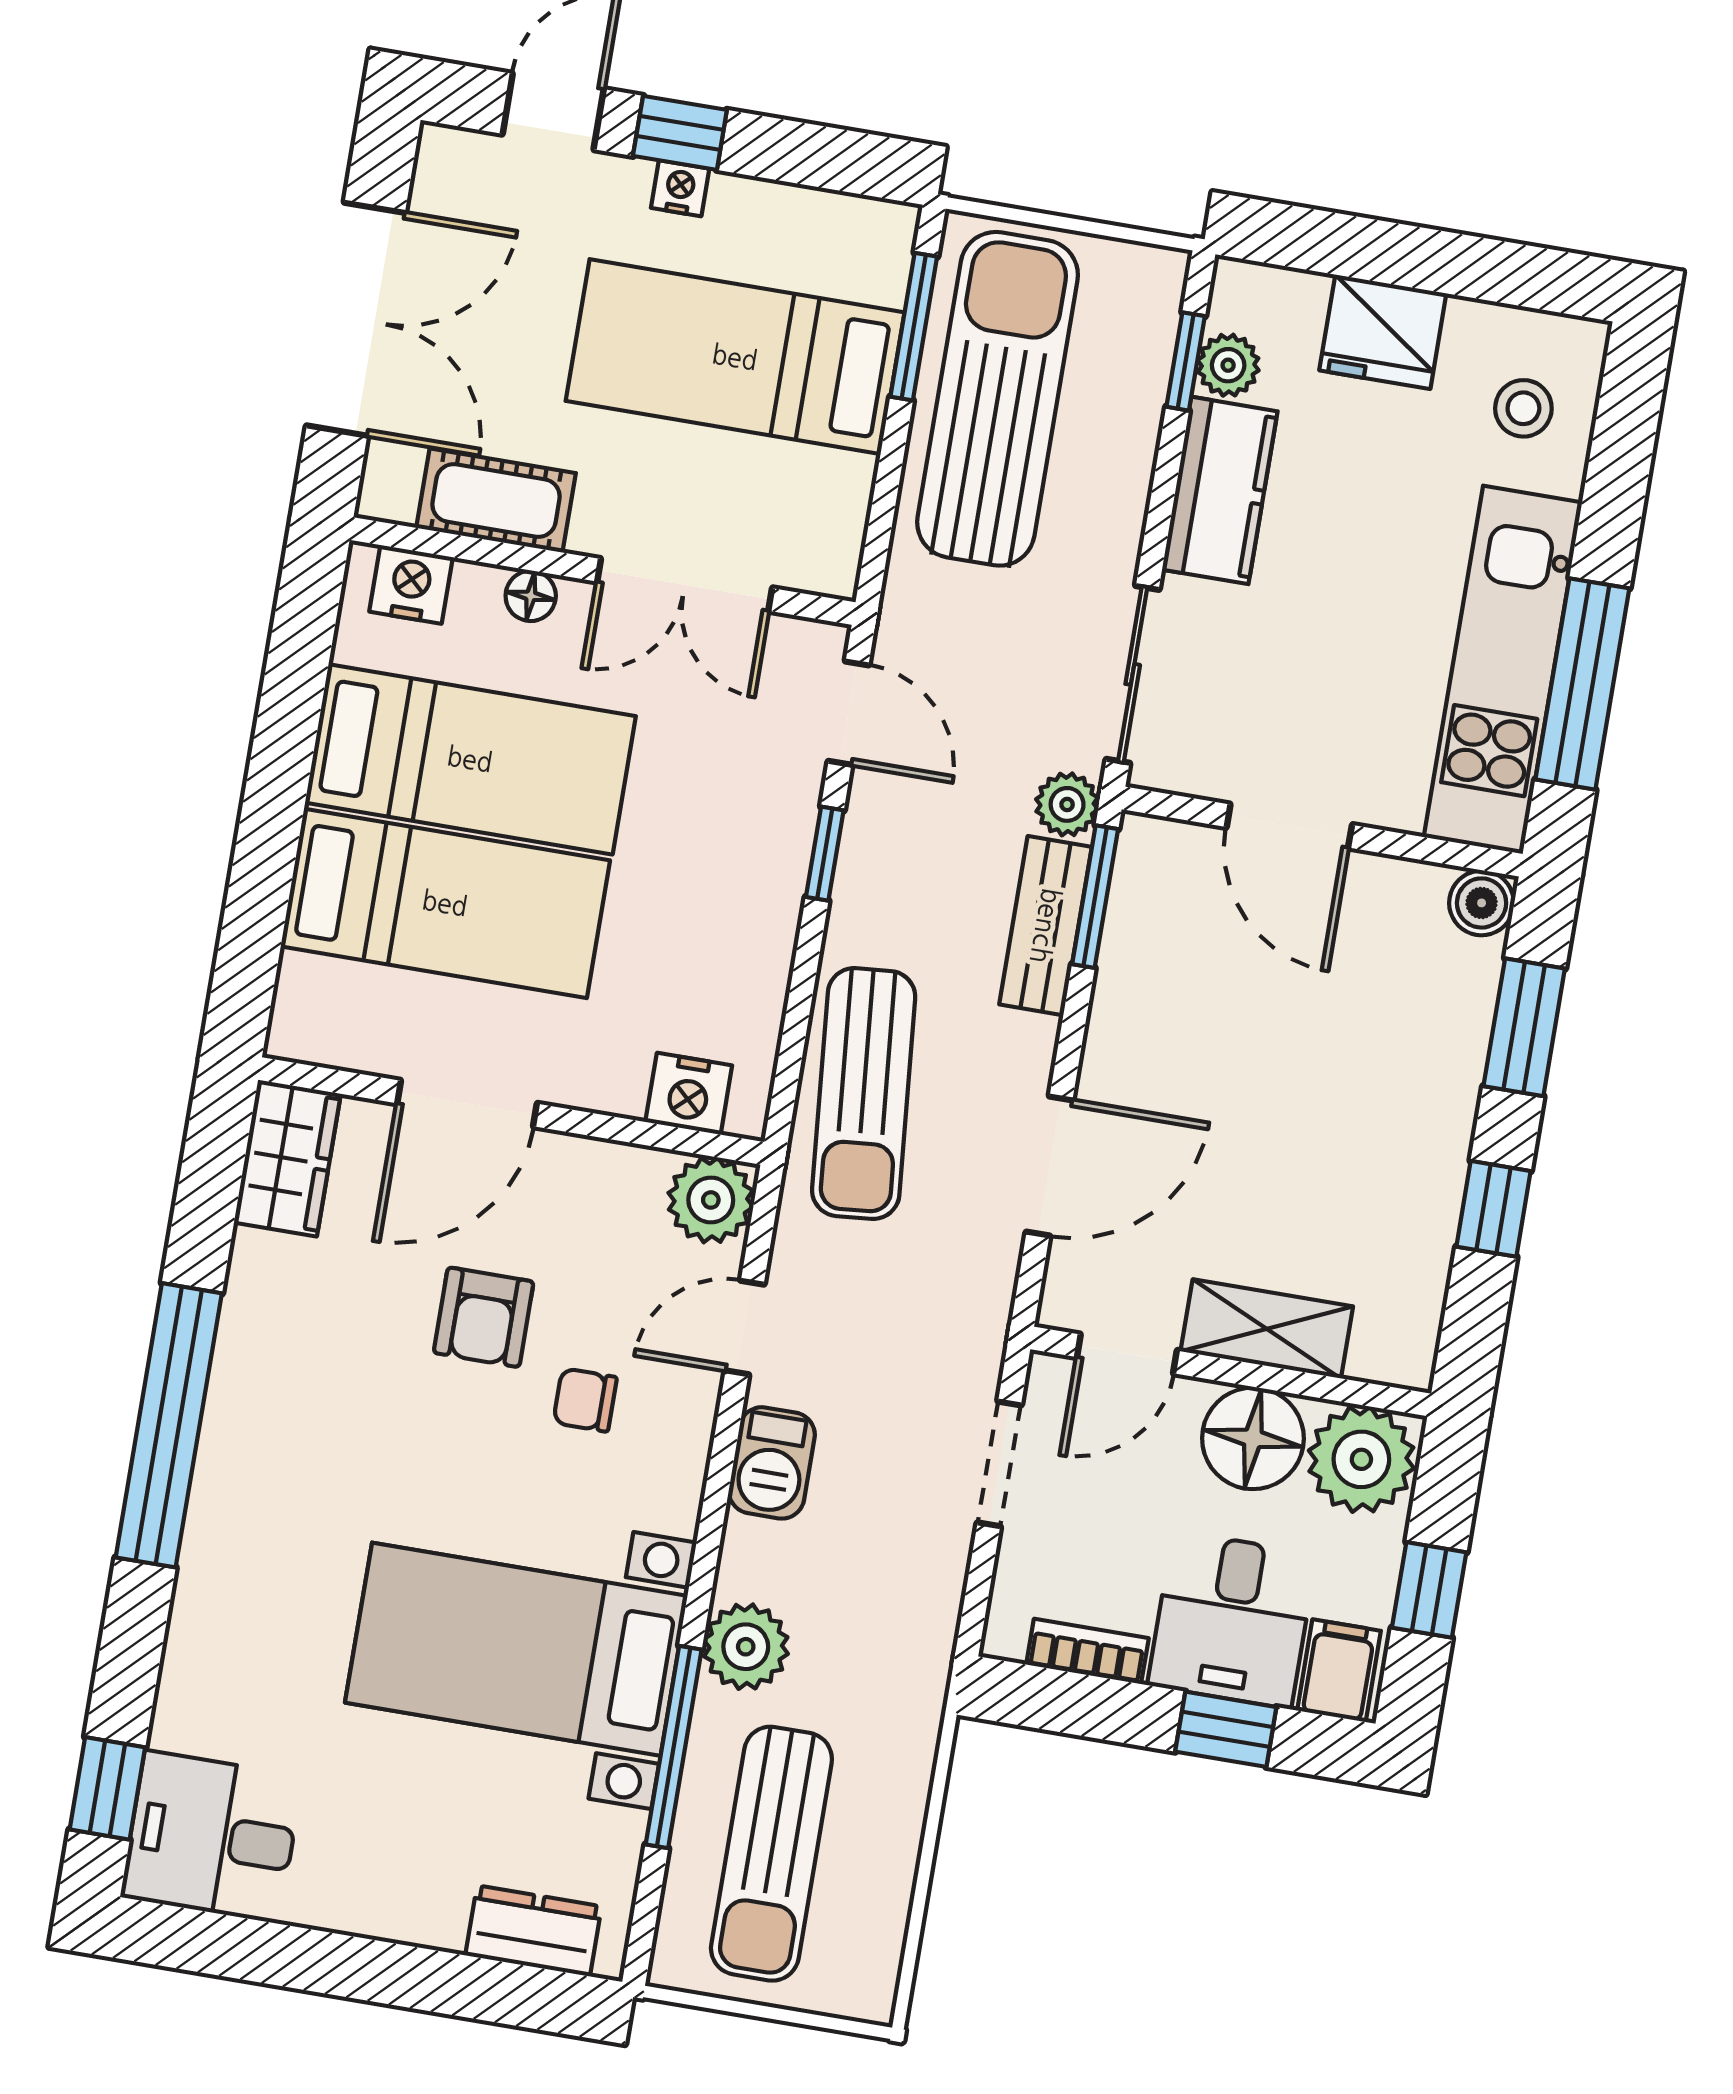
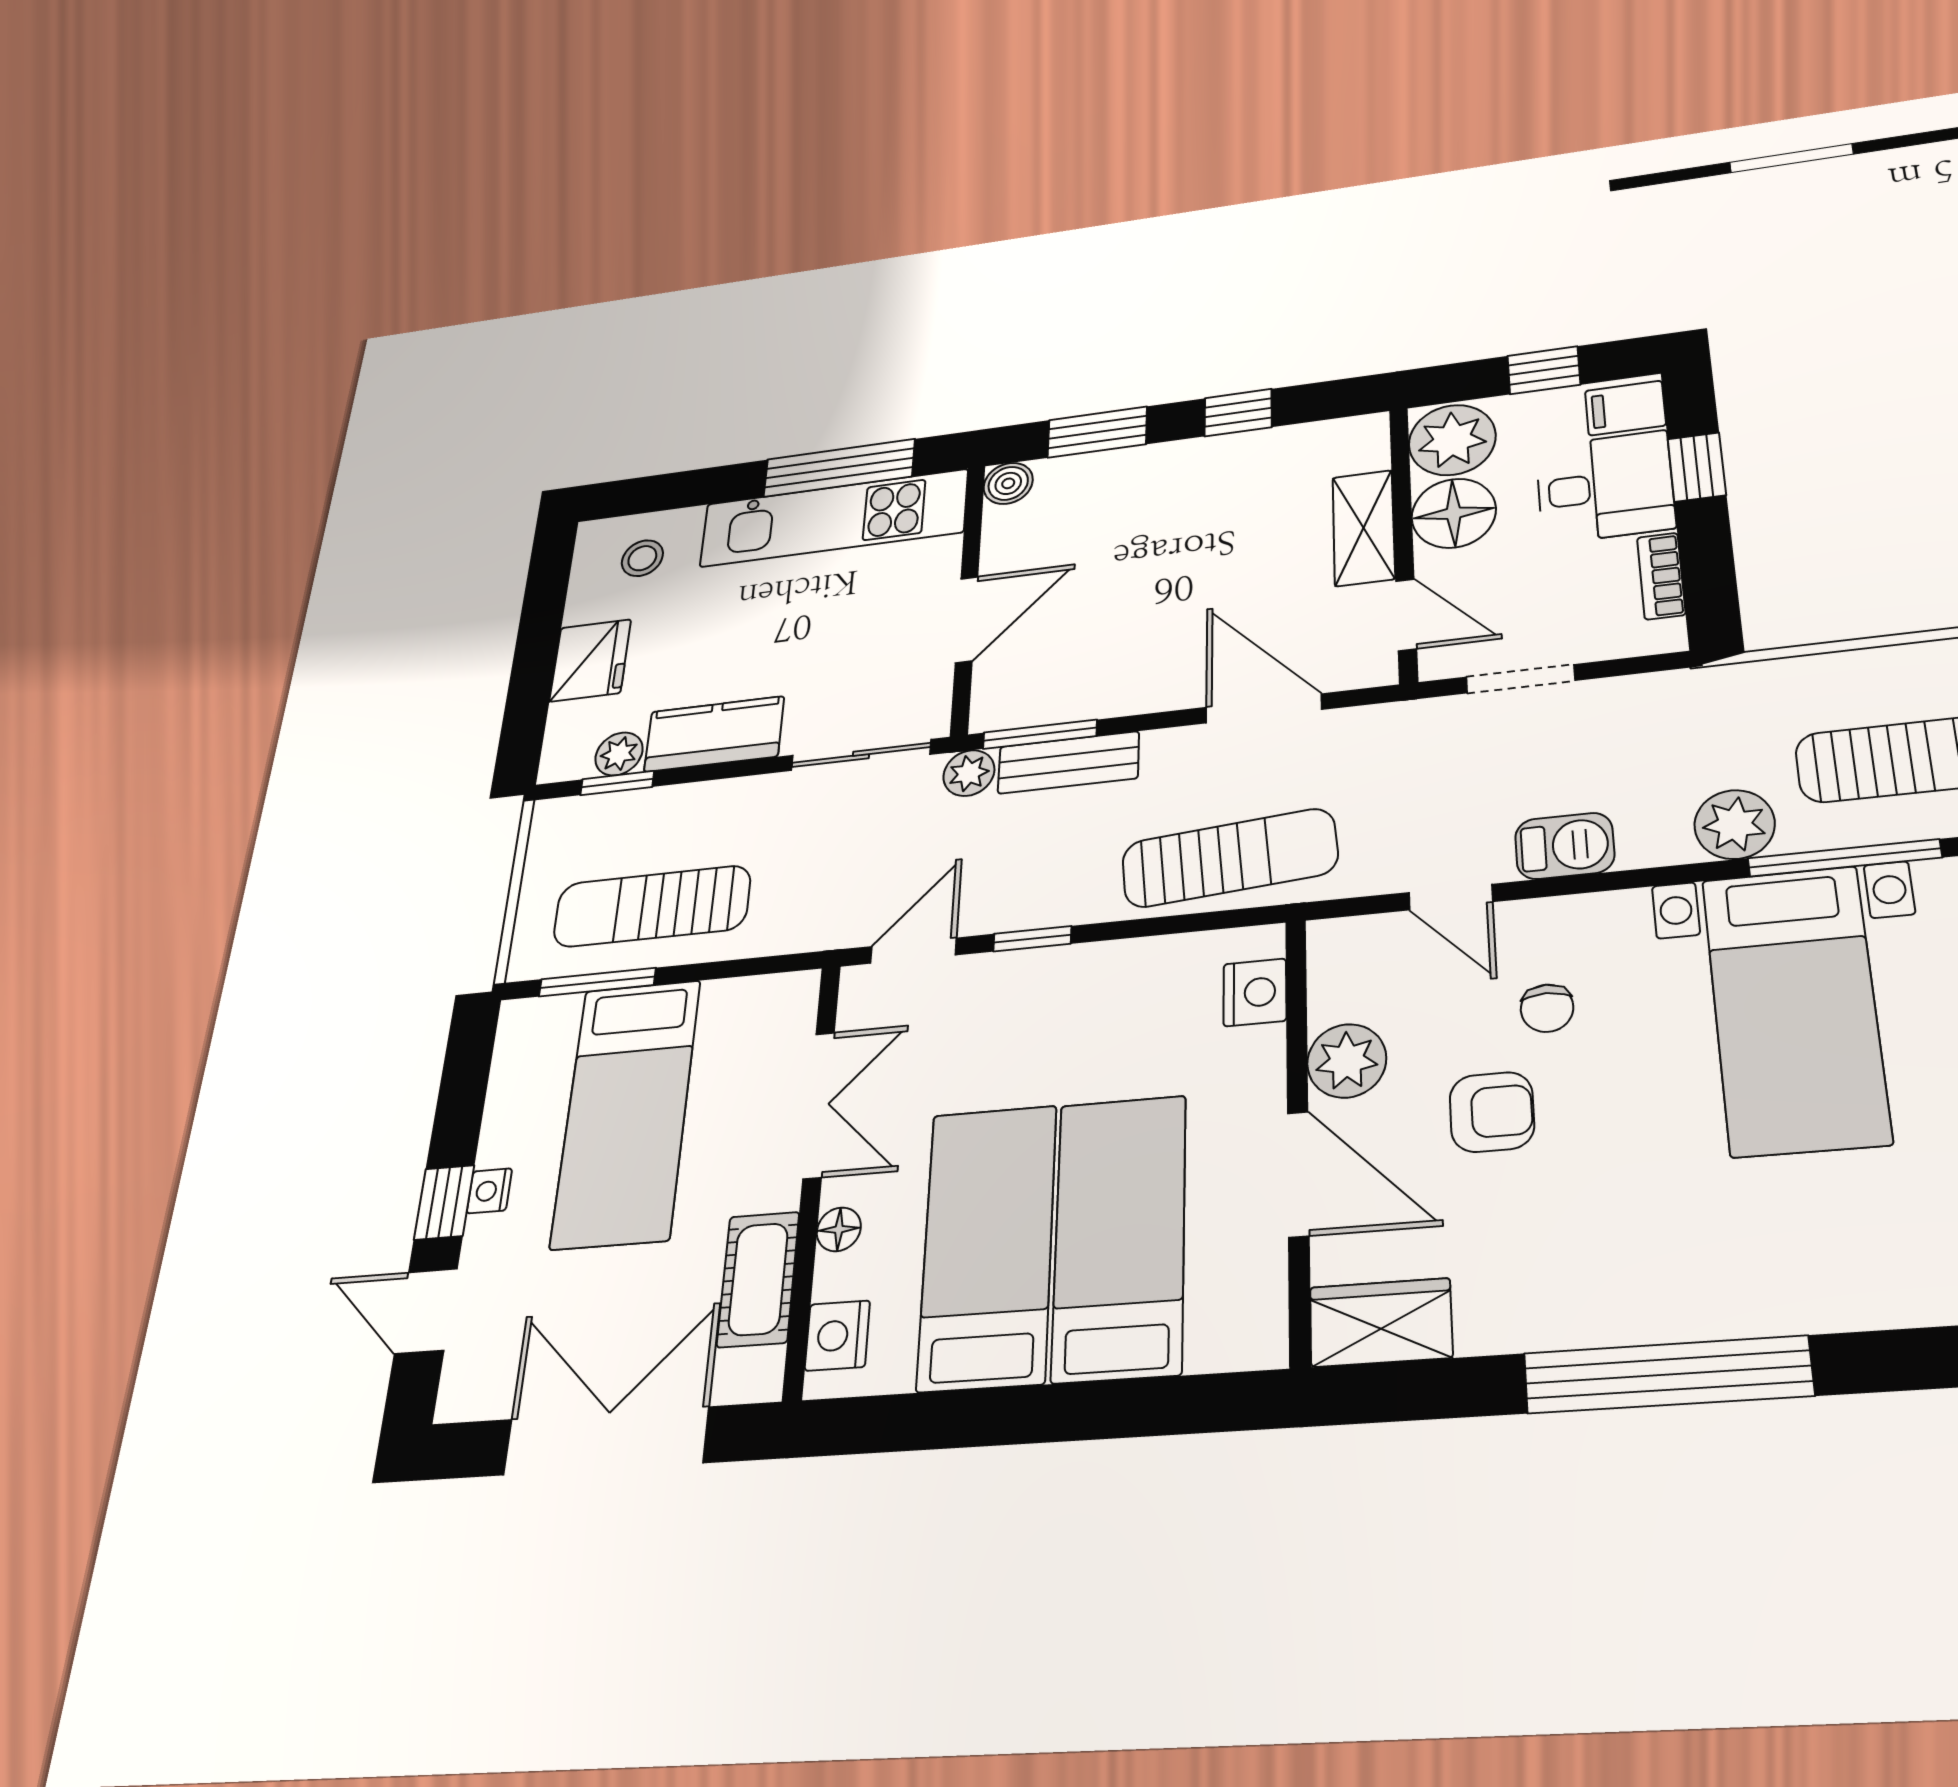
sun lounger: (998, 399) -> (652, 906), width x0.73, depth x0.75
plant: (711, 1200) -> (1347, 1061), moved

